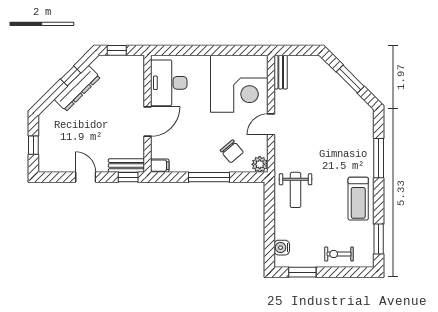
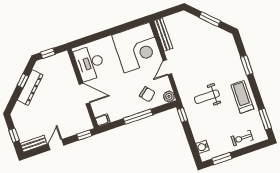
bench: (281, 72) -> (163, 35), width x1.36
door: (148, 122) -> (84, 94), hinge flipped
window: (379, 158) -> (247, 65), width x0.69
bench: (126, 166) -> (34, 144), moved
door: (86, 177) -> (56, 145), hinge flipped
weight bench: (296, 190) -> (207, 97), moved, turned 90
window: (269, 196) -> (182, 115), added
treadmill: (358, 199) -> (242, 97), turned 180

